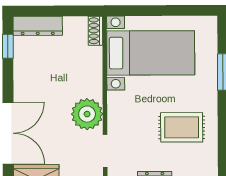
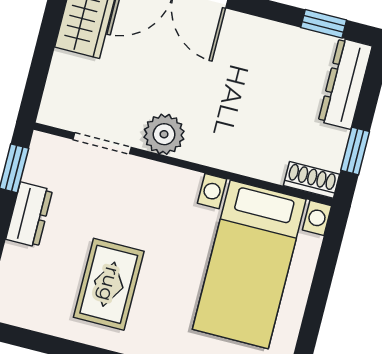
window: (73, 11) -> (355, 151), added
plant: (87, 114) -> (164, 134), width x0.73, depth x0.73

